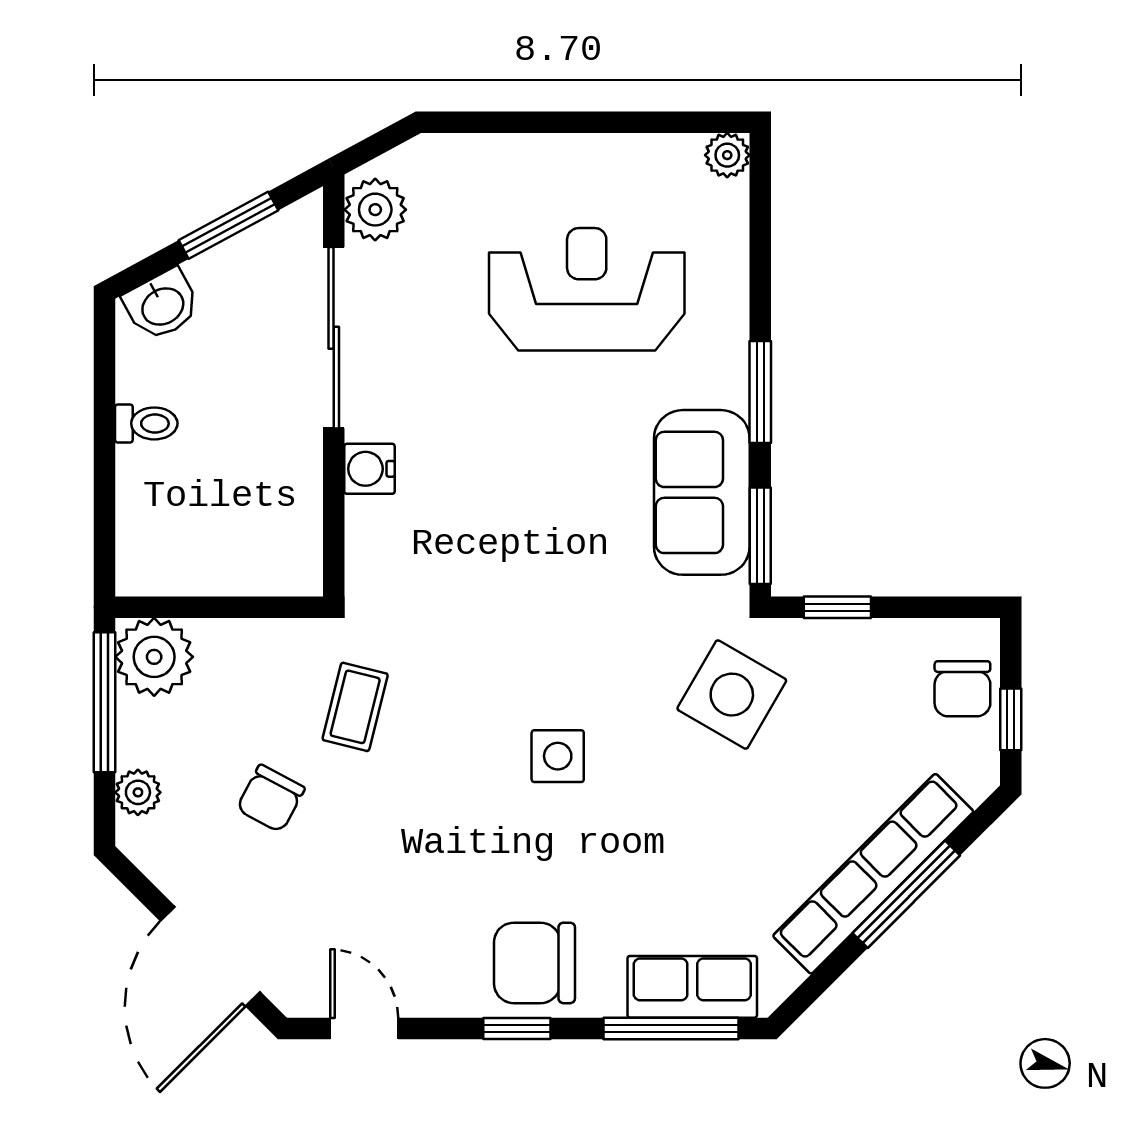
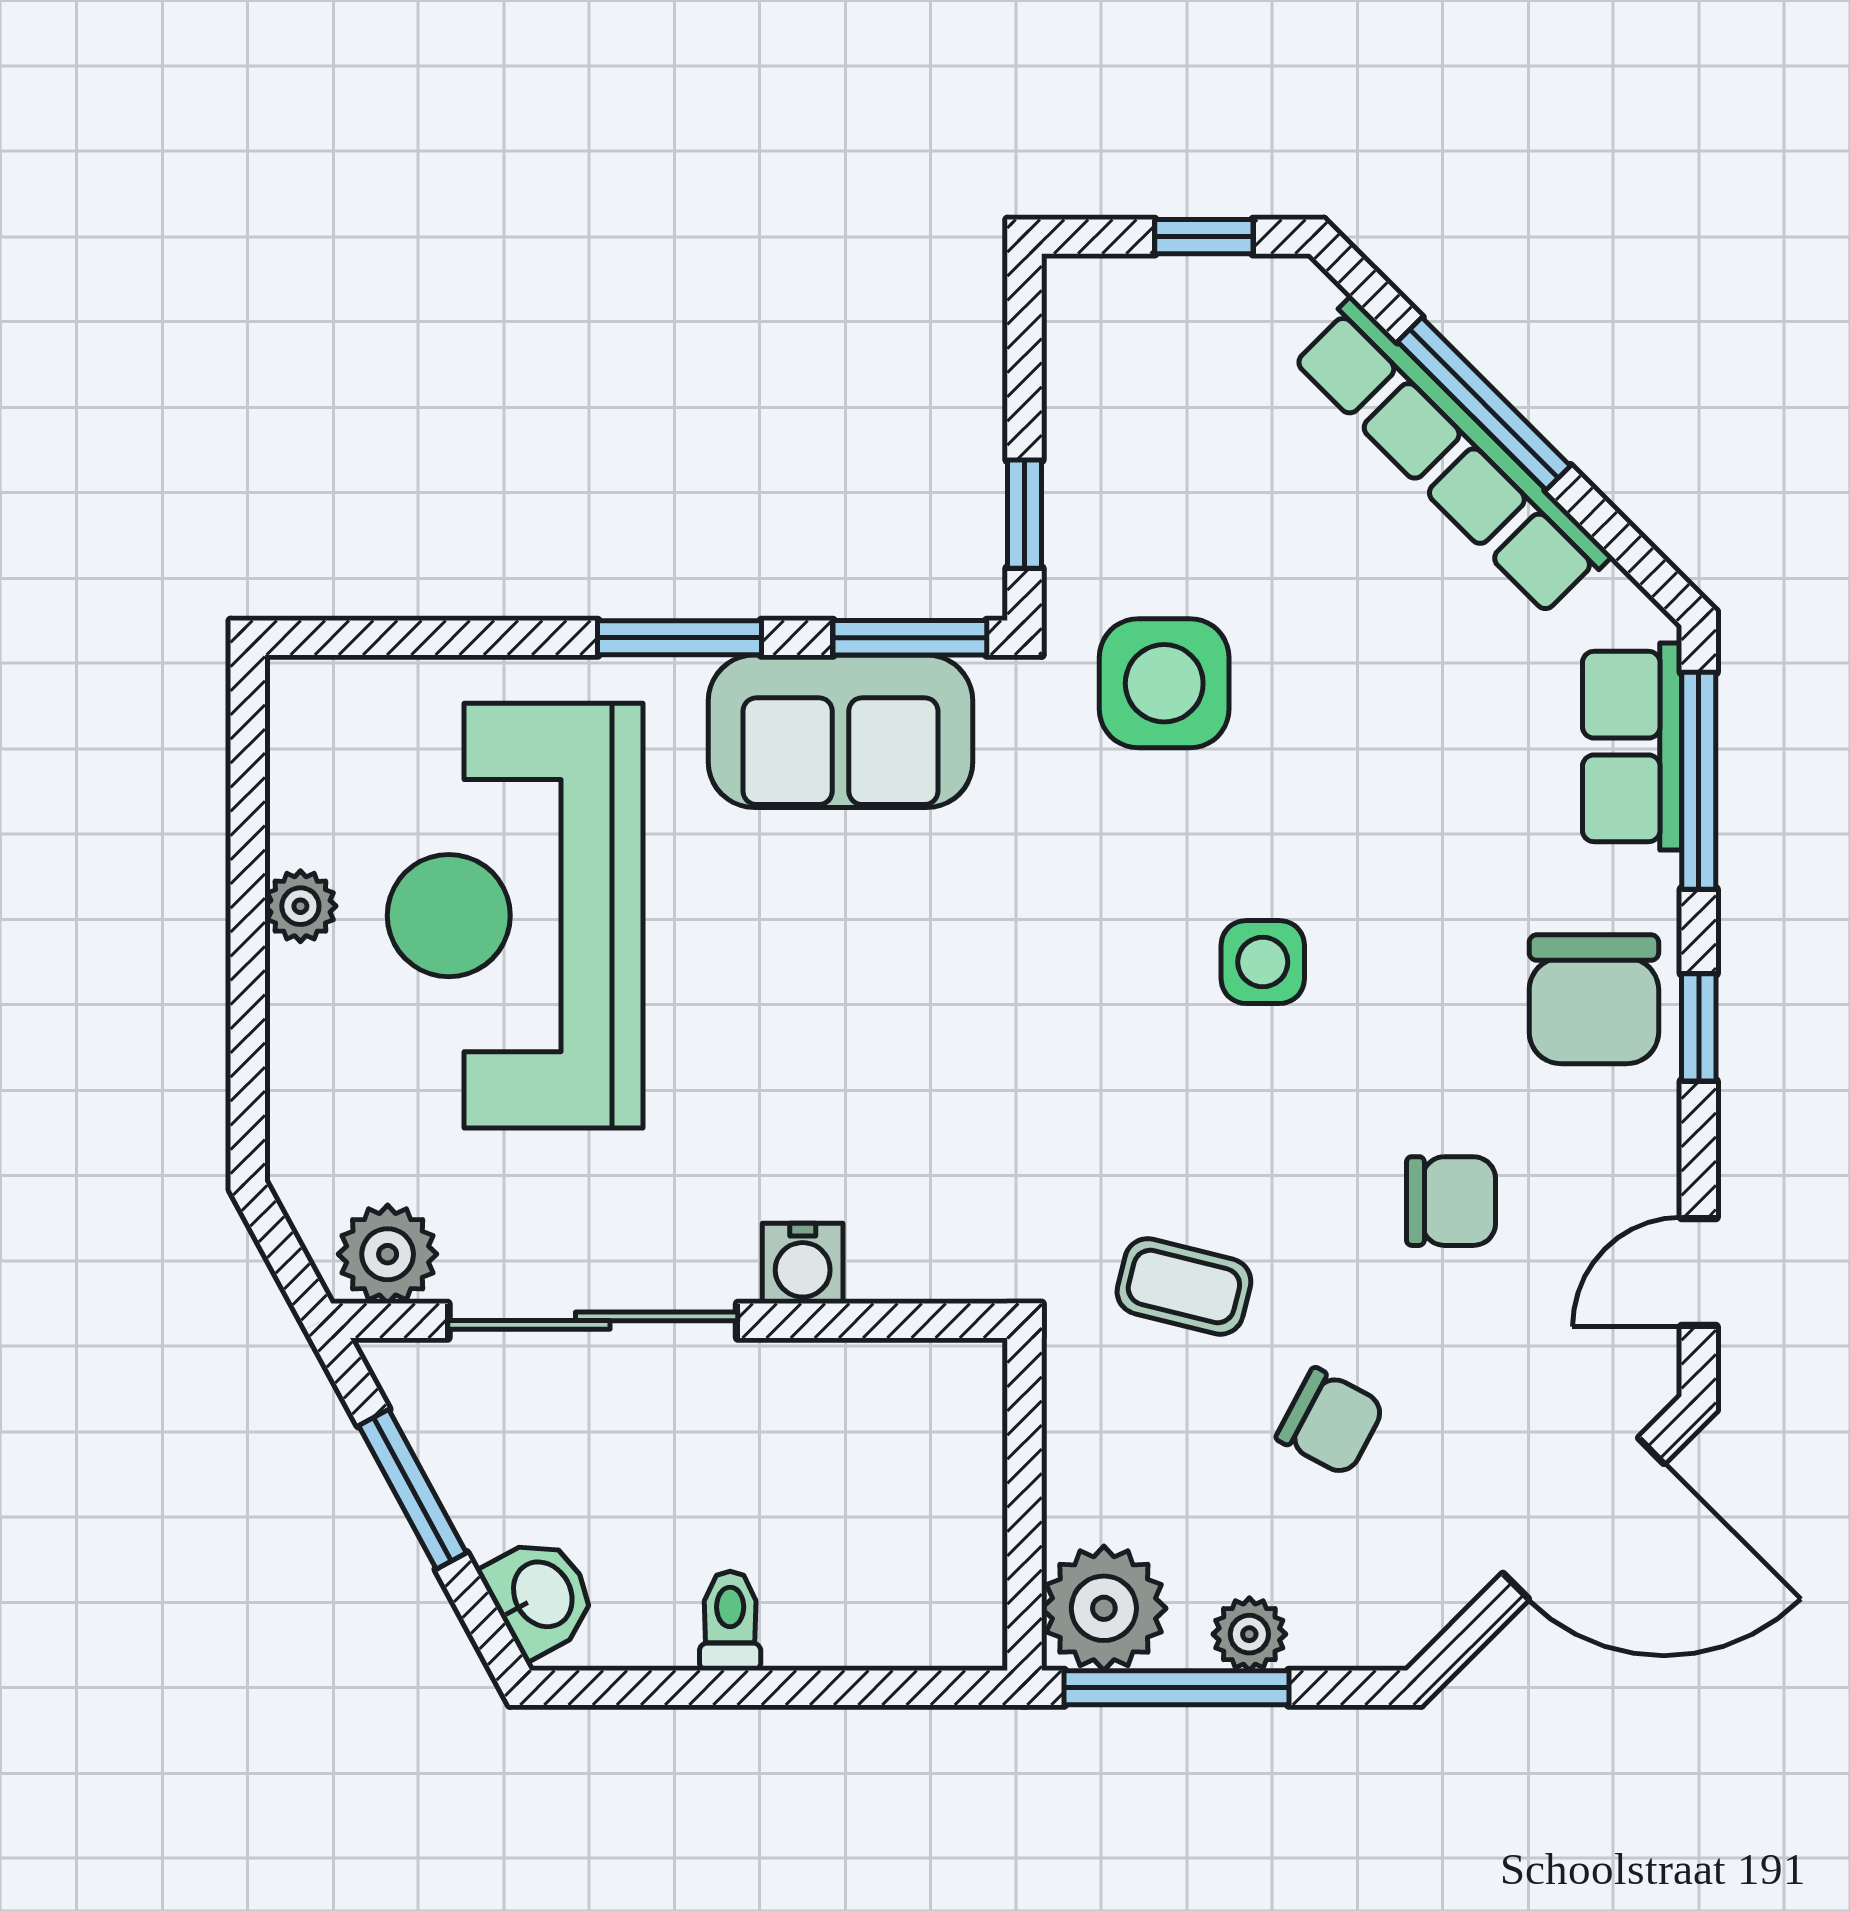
plant: (727, 155) -> (300, 906), moved
reception desk: (587, 289) -> (515, 916), width x1.36, depth x1.30
chair: (962, 689) -> (1451, 1201), moved
side table: (732, 695) -> (1164, 683), turned -30
plant: (138, 792) -> (1249, 1634), moved

